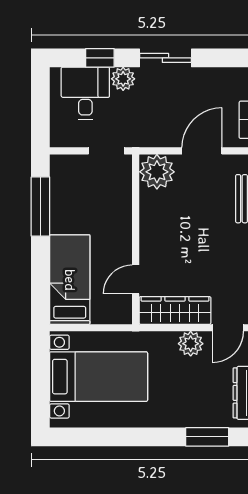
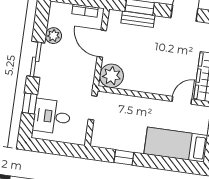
plant: (123, 79) -> (53, 36), moved
window: (40, 207) -> (124, 157), width x0.46
door: (136, 279) -> (182, 100), swing flipped

